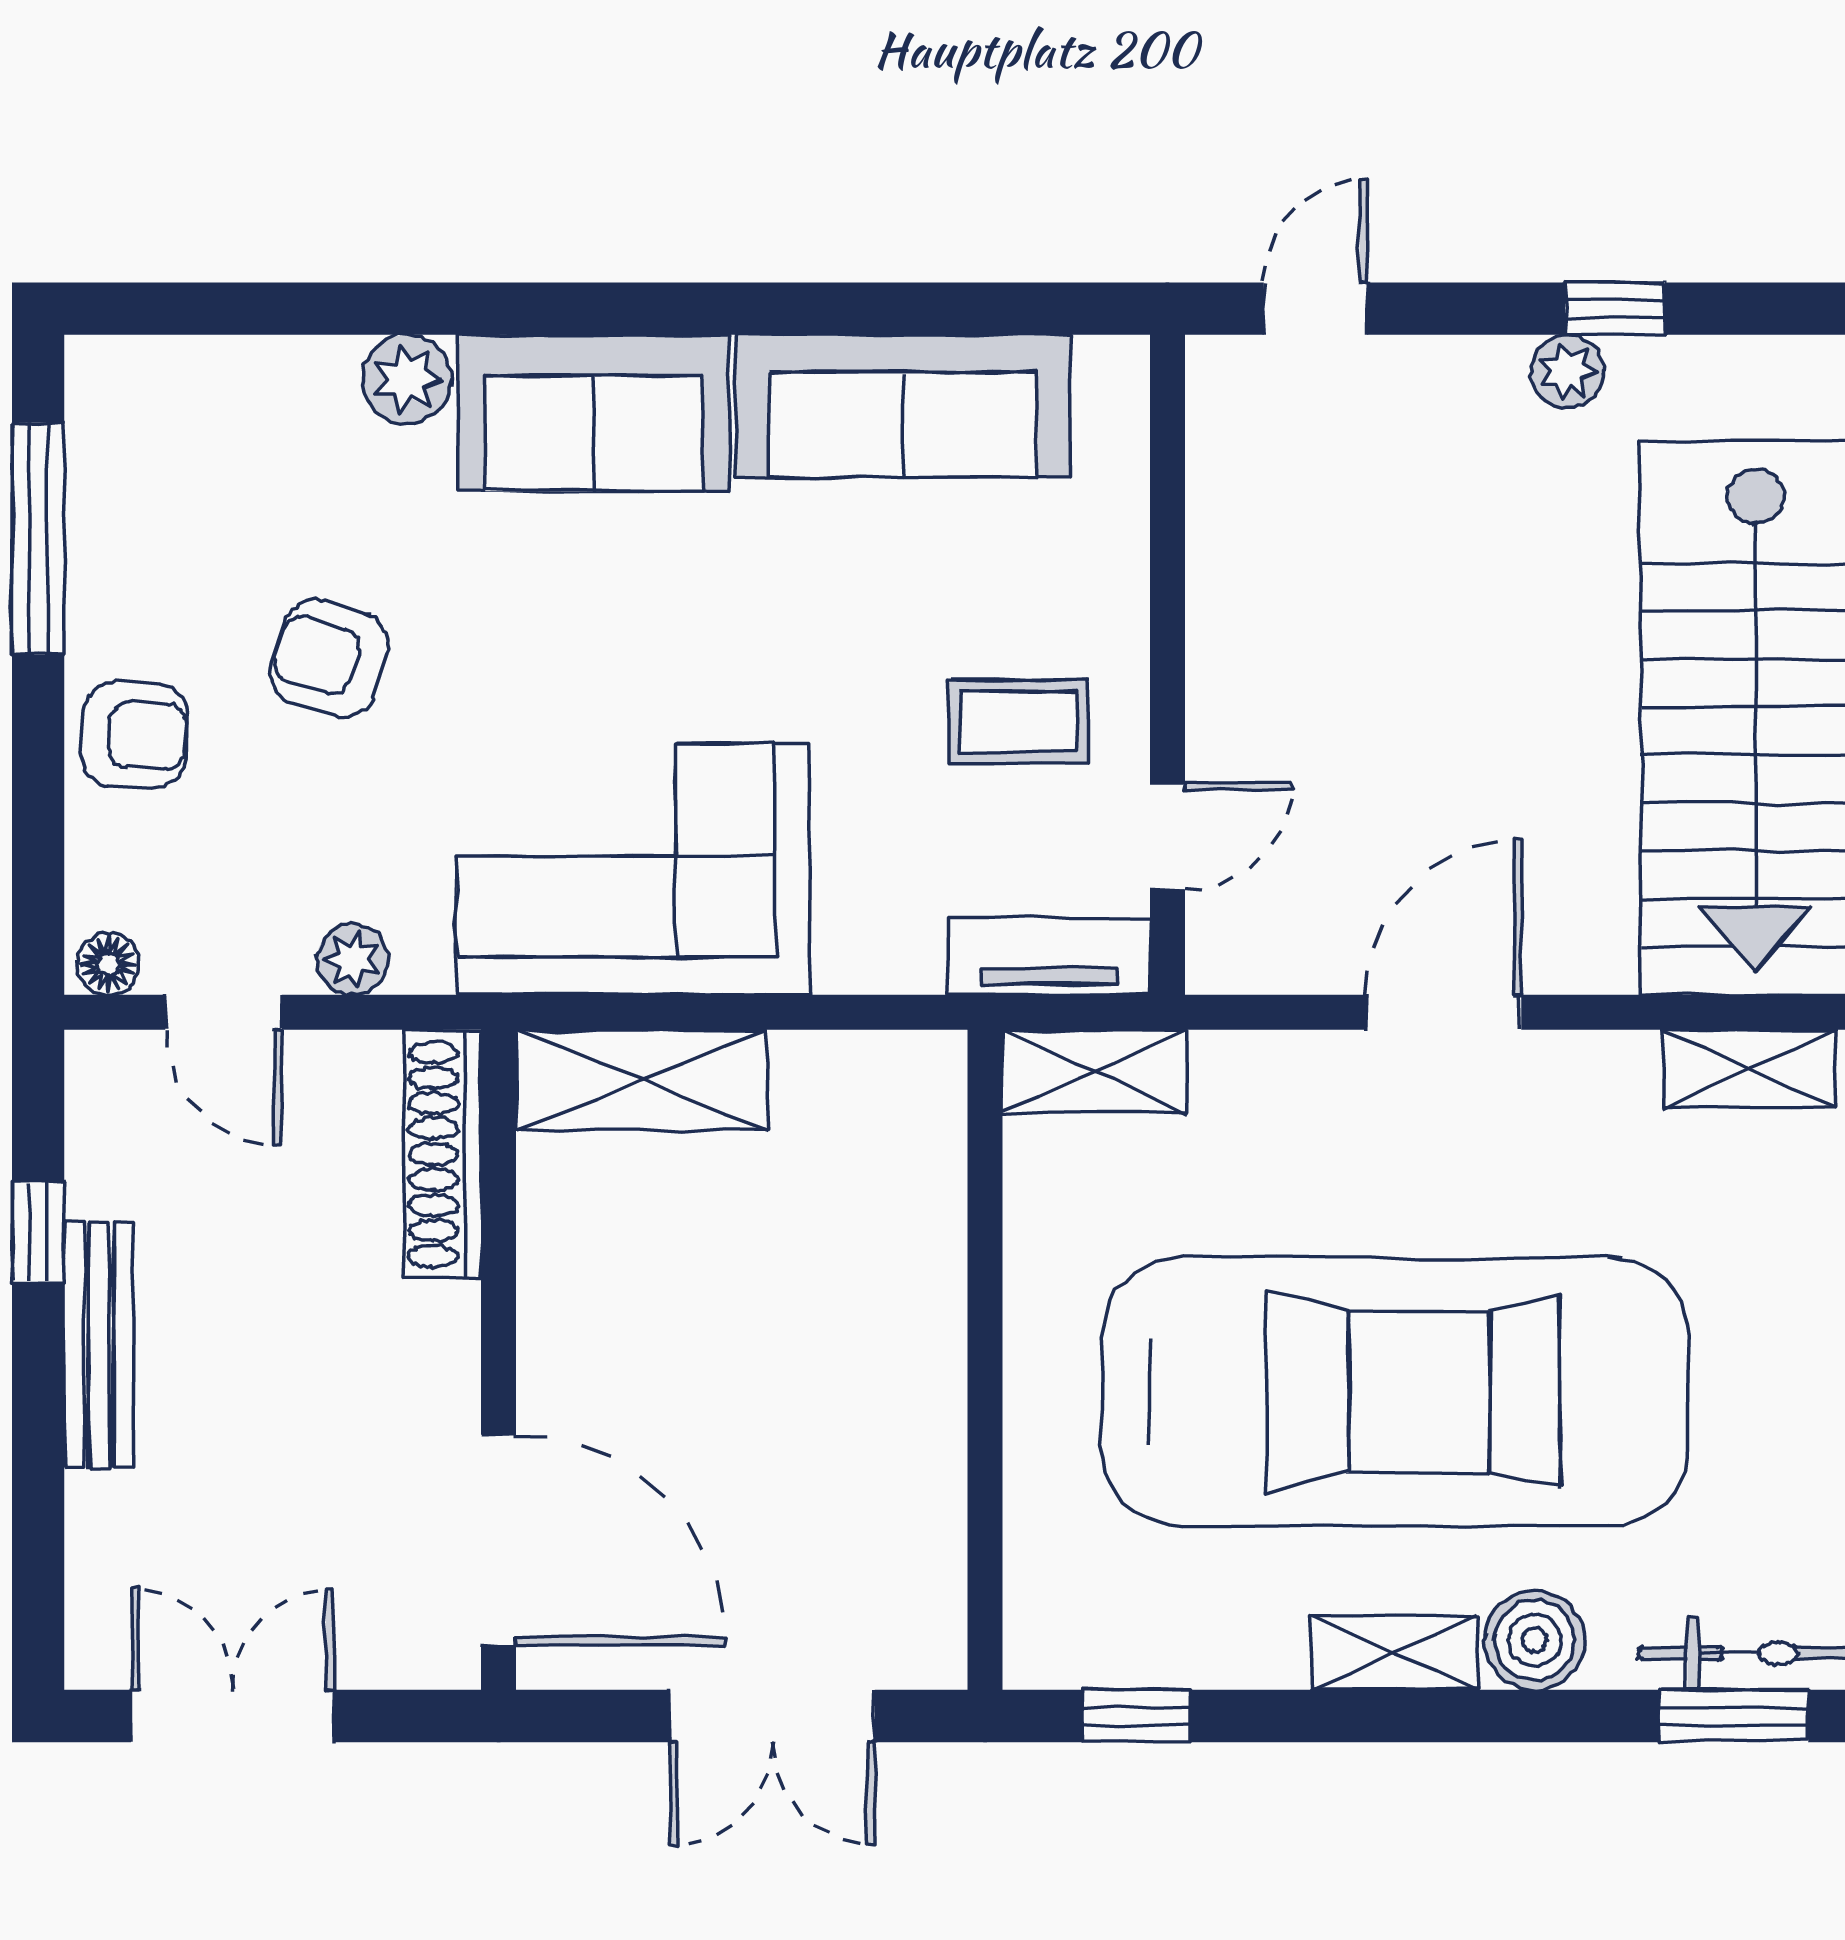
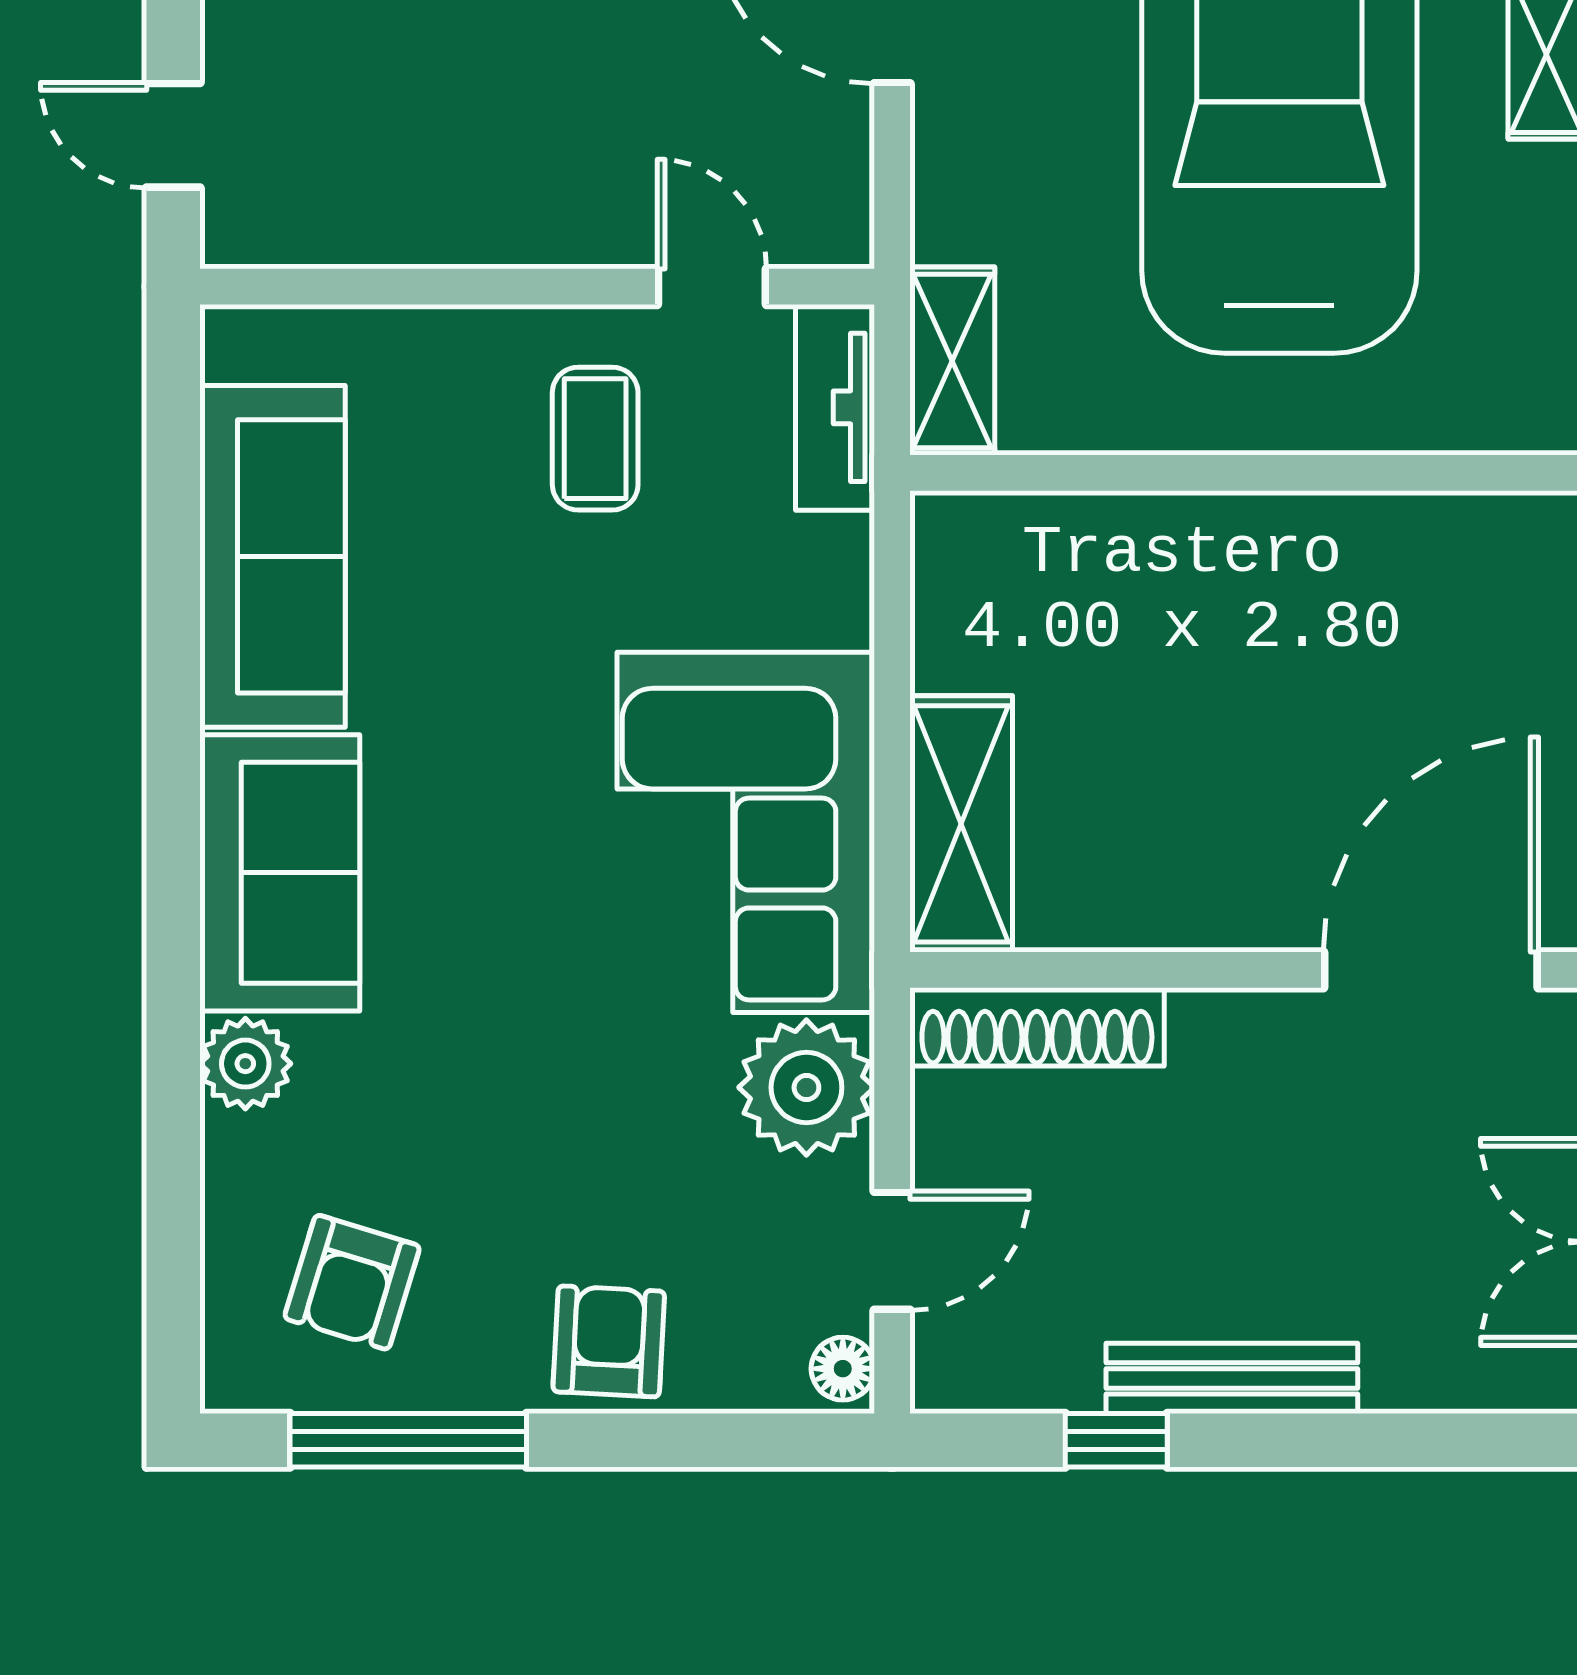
armchair: (329, 659) -> (352, 1282), moved
plant: (352, 960) -> (806, 1087), width x1.88, depth x1.88

